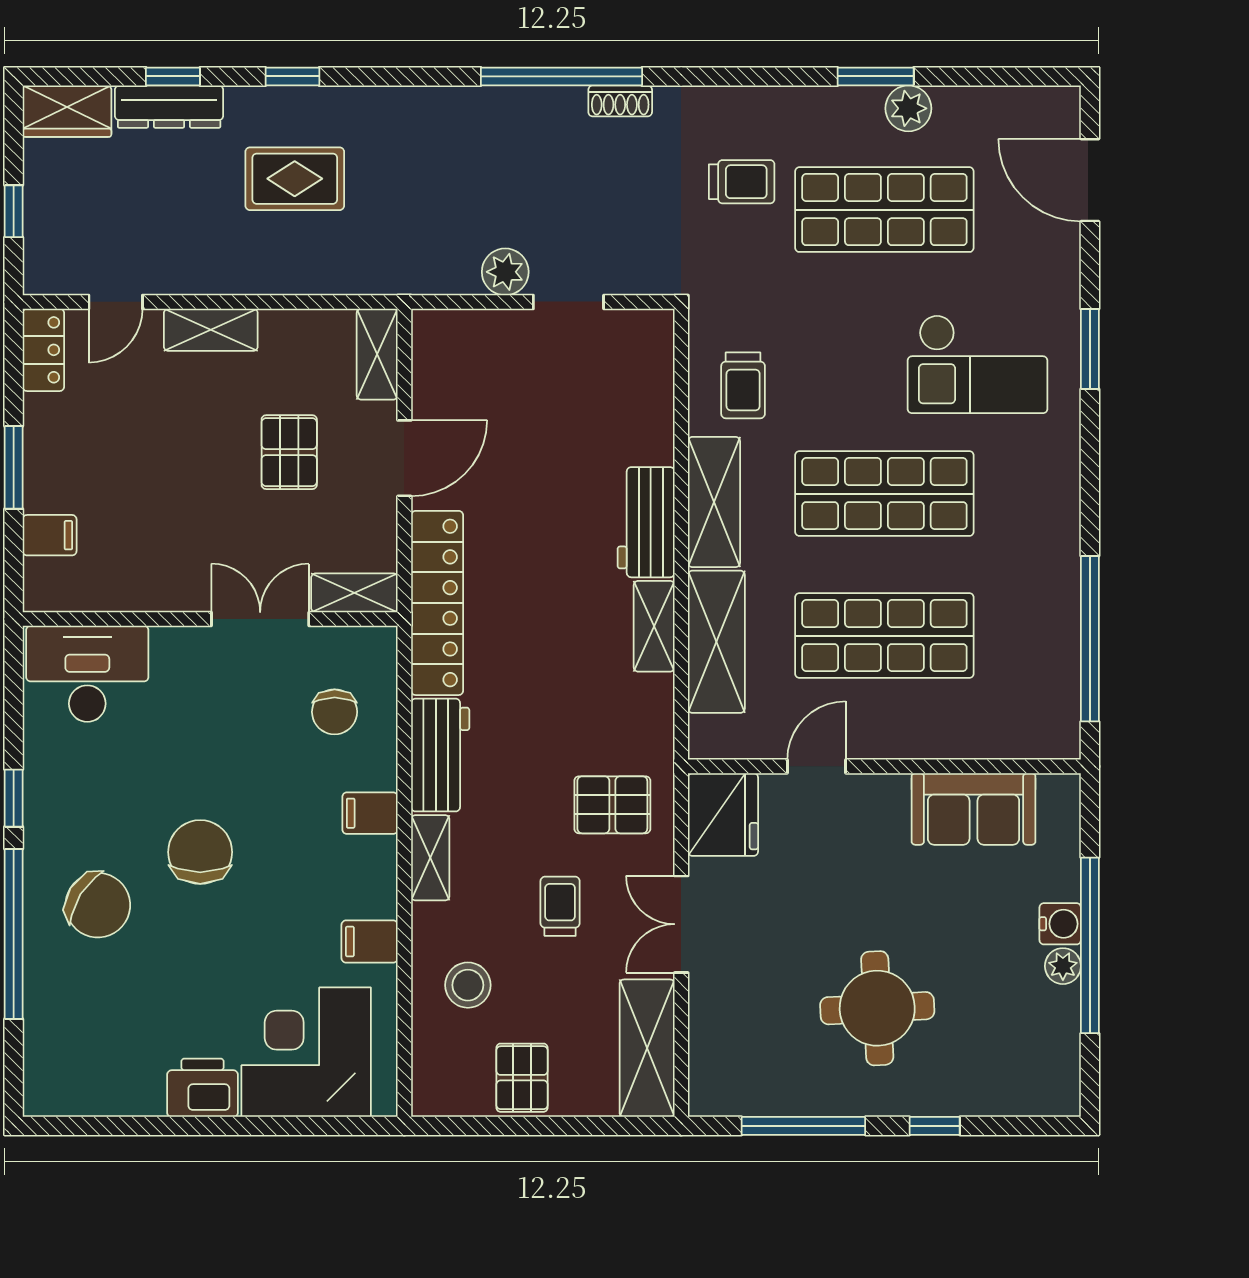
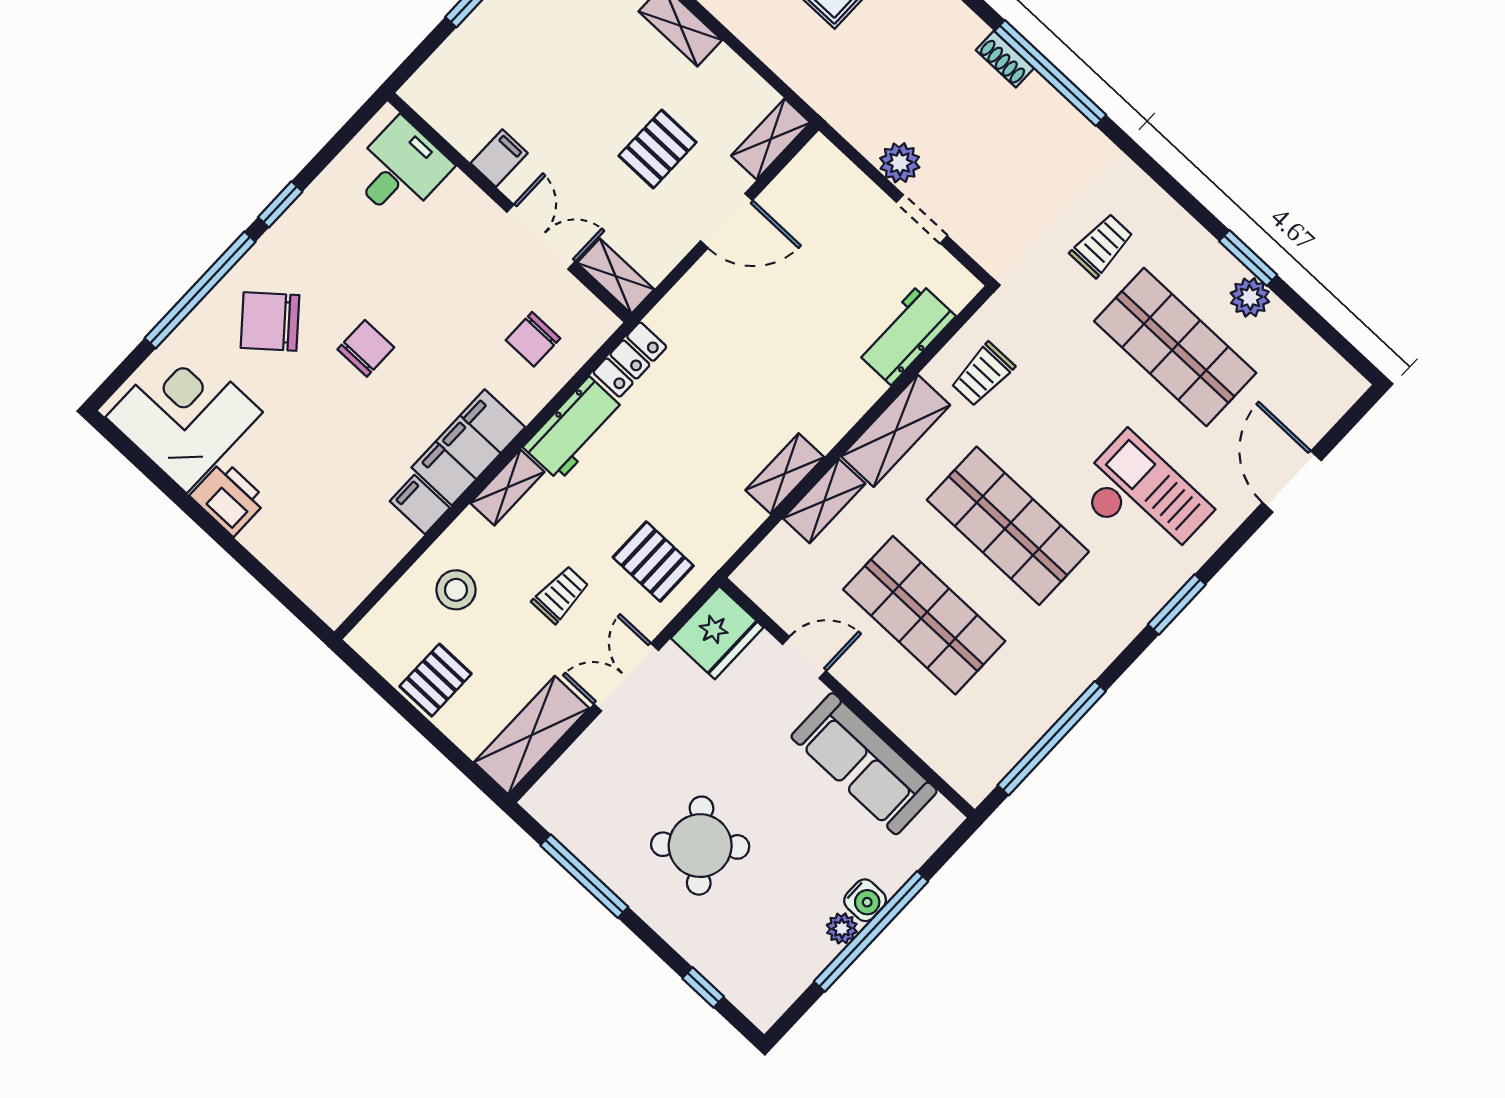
shoe rack: (620, 101) -> (1005, 59), moved
door: (1090, 180) -> (1292, 482), moved
trolley: (742, 182) -> (1102, 245), turned -90
window: (1090, 349) -> (1177, 604), moved
checkout: (977, 364) -> (1143, 499), turned 180
workbench: (646, 522) -> (906, 334), moved
filing cabinet: (50, 535) -> (499, 158), moved, turned -90
locker: (437, 603) -> (630, 360), width x0.46, depth x0.83
shelving: (716, 642) -> (824, 501), width x0.67, depth x0.75
desk: (87, 674) -> (400, 170), width x0.73
sofa: (974, 809) -> (864, 764), width x1.36
filing cabinet: (370, 813) -> (468, 447), width x3.00, depth x1.17
chair: (200, 852) -> (366, 348), width x0.73, depth x0.73
chair: (98, 905) -> (270, 322), turned 108
round table: (877, 1008) -> (700, 846), turned -38
corner desk: (306, 1052) -> (184, 415), moved
window: (935, 1126) -> (703, 987), moved

